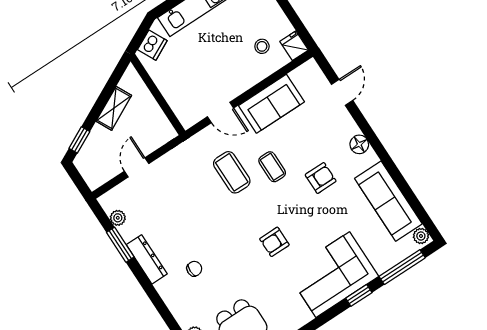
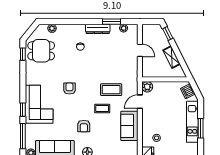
plant: (188, 116) -> (147, 87), added

